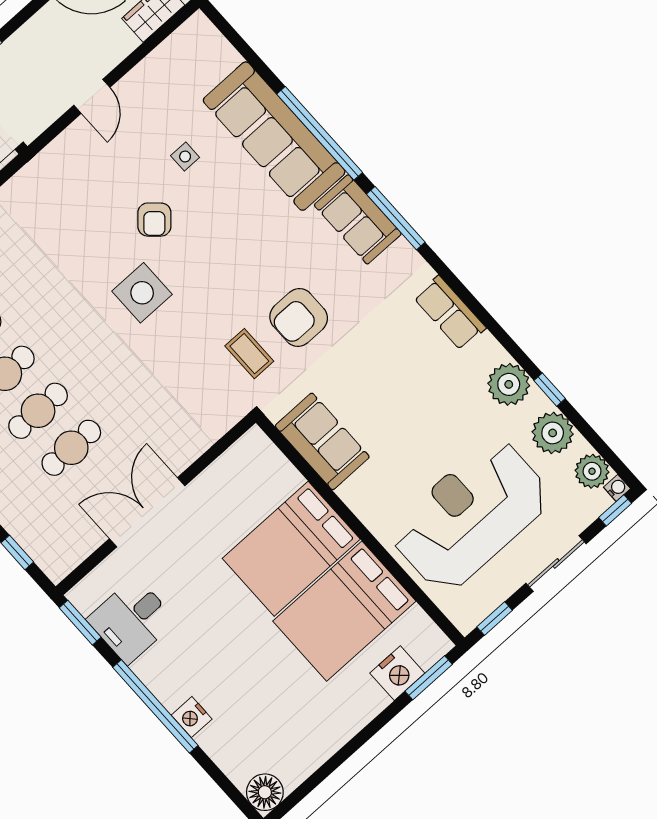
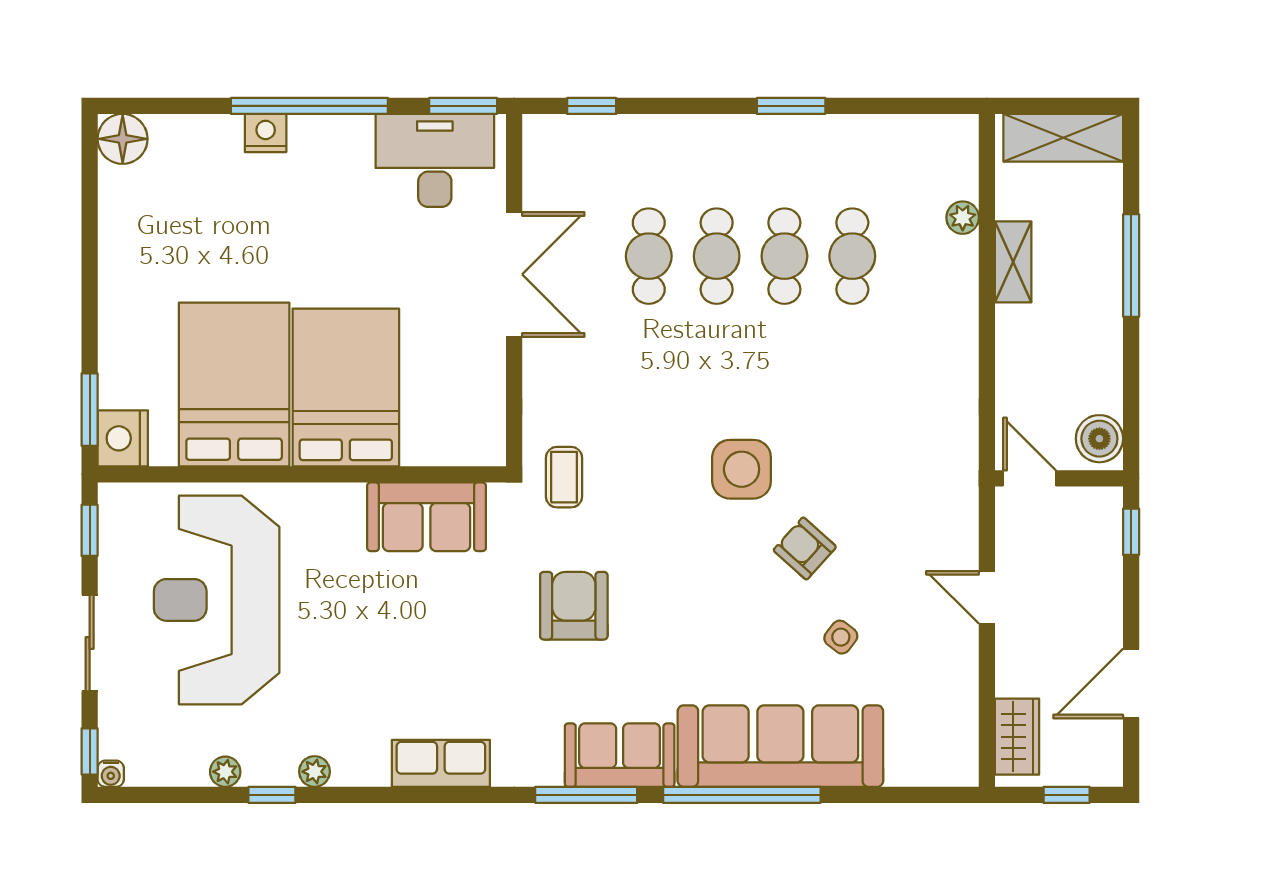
side table: (185, 156) -> (841, 637), turned 38
coffee table: (249, 354) -> (564, 477), moved, turned 90
plant: (509, 384) -> (314, 772), width x0.53, depth x0.53
plant: (553, 433) -> (225, 772), width x0.53, depth x0.53
plant: (592, 471) -> (150, 764), removed
reception desk: (470, 515) -> (217, 600), turned 180
desk: (132, 620) -> (435, 160), width x1.37
nightstand: (397, 673) -> (123, 438), moved

